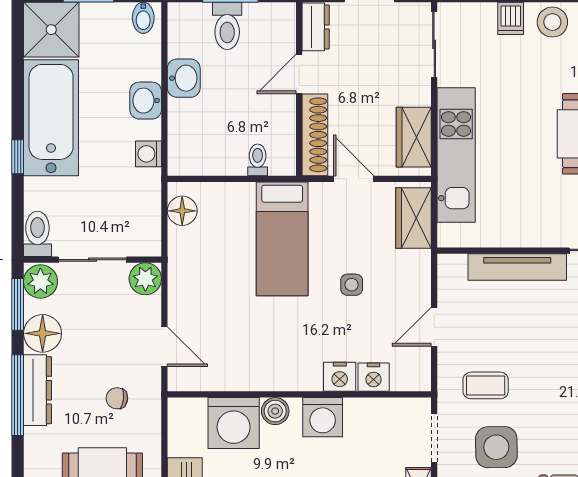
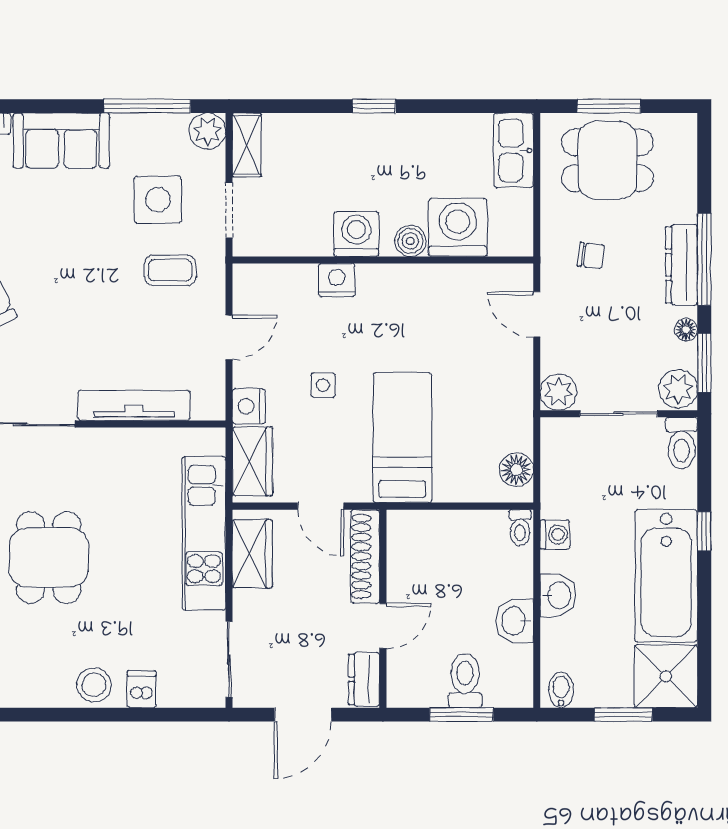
toilet: (258, 160) -> (520, 528), moved
floor lamp: (43, 333) -> (686, 330), width x0.53, depth x0.53
nightstand: (374, 377) -> (249, 406), moved, turned -90

